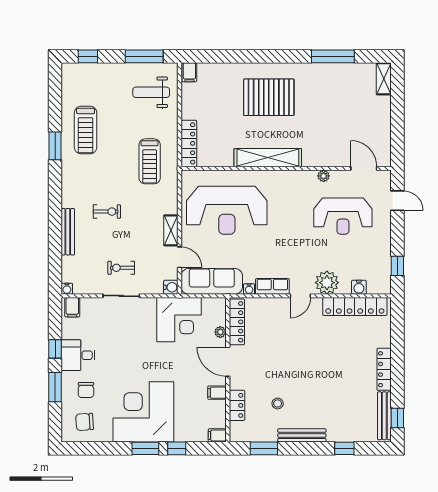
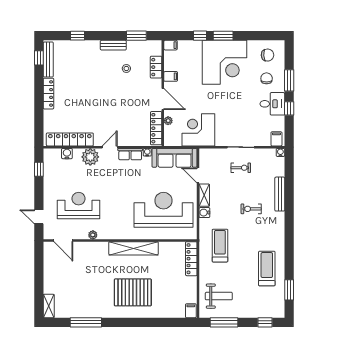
window: (55, 146) -> (289, 290), moved
water cooler: (171, 287) -> (204, 213), moved
bench: (302, 435) -> (113, 45), width x0.73

